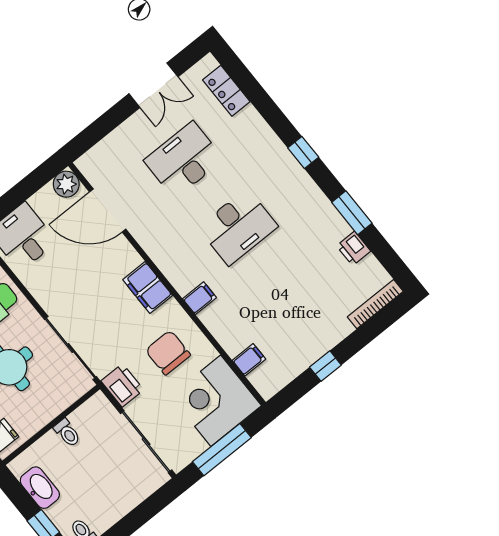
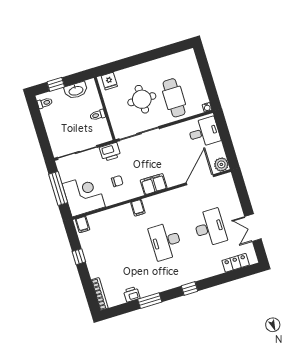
chair: (168, 353) -> (117, 181), width x0.54, depth x0.54
filing cabinet: (249, 360) -> (83, 225), moved

